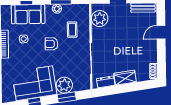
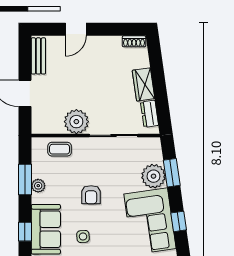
plant: (100, 19) -> (76, 122), moved
coffee table: (72, 30) -> (60, 149), moved
door: (161, 32) -> (76, 29), hinge flipped

